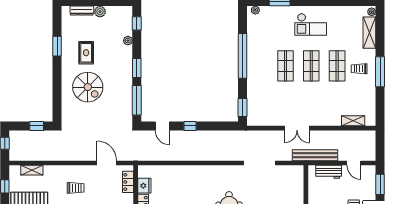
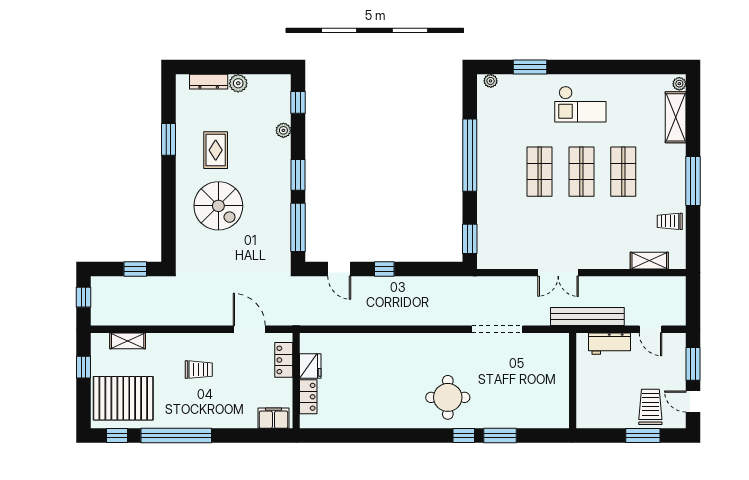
trolley: (359, 69) -> (670, 221), moved

